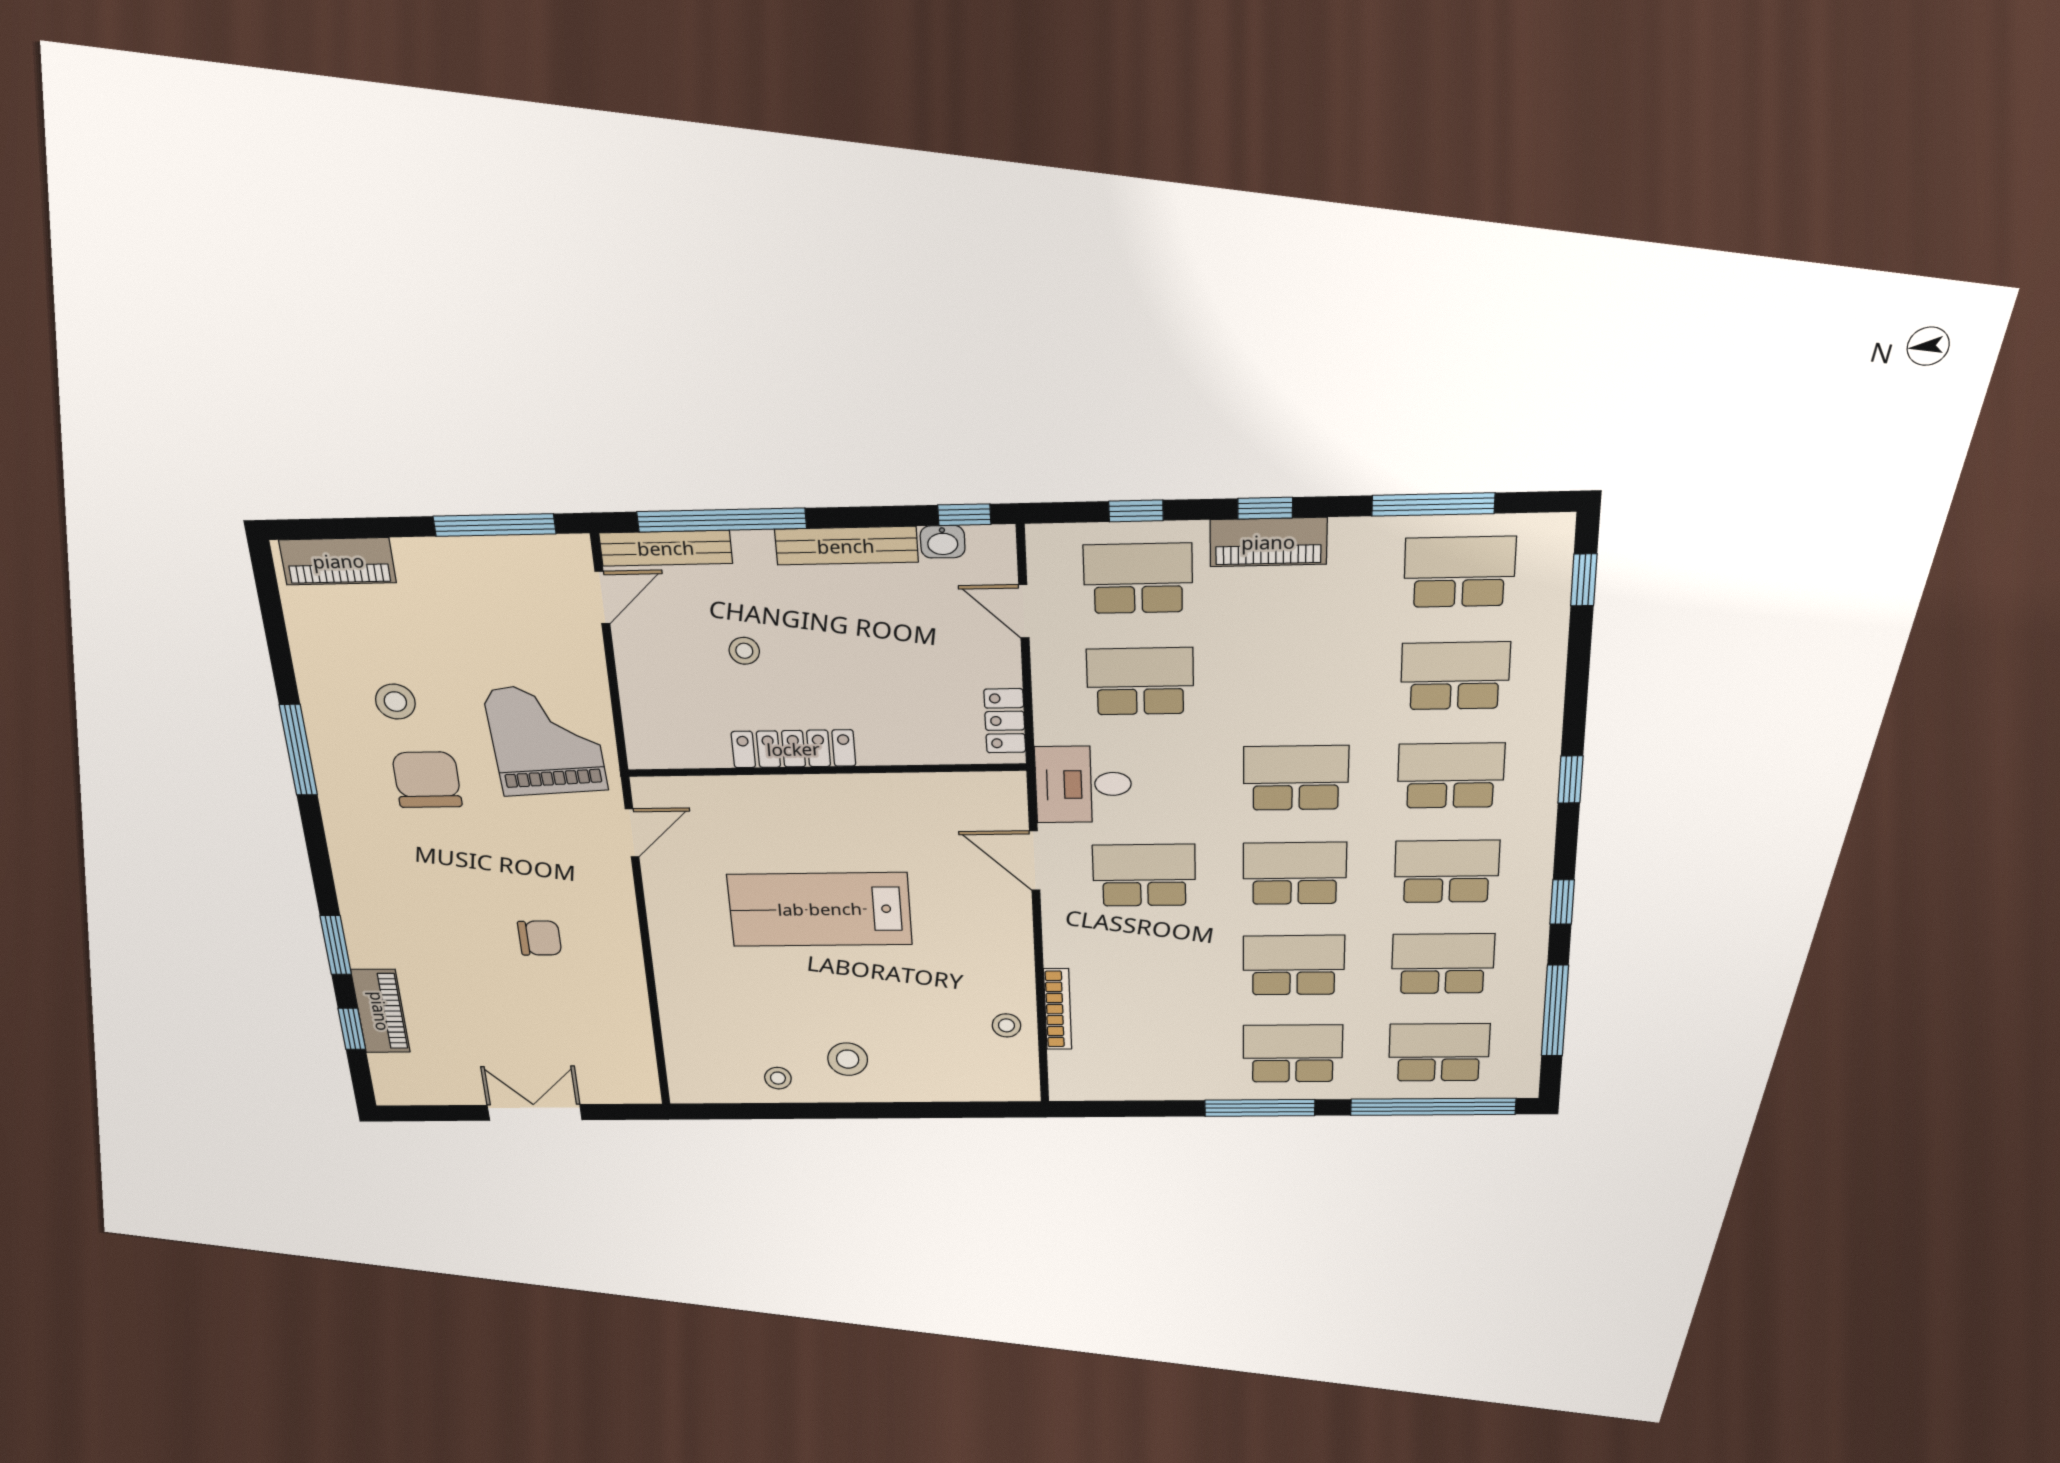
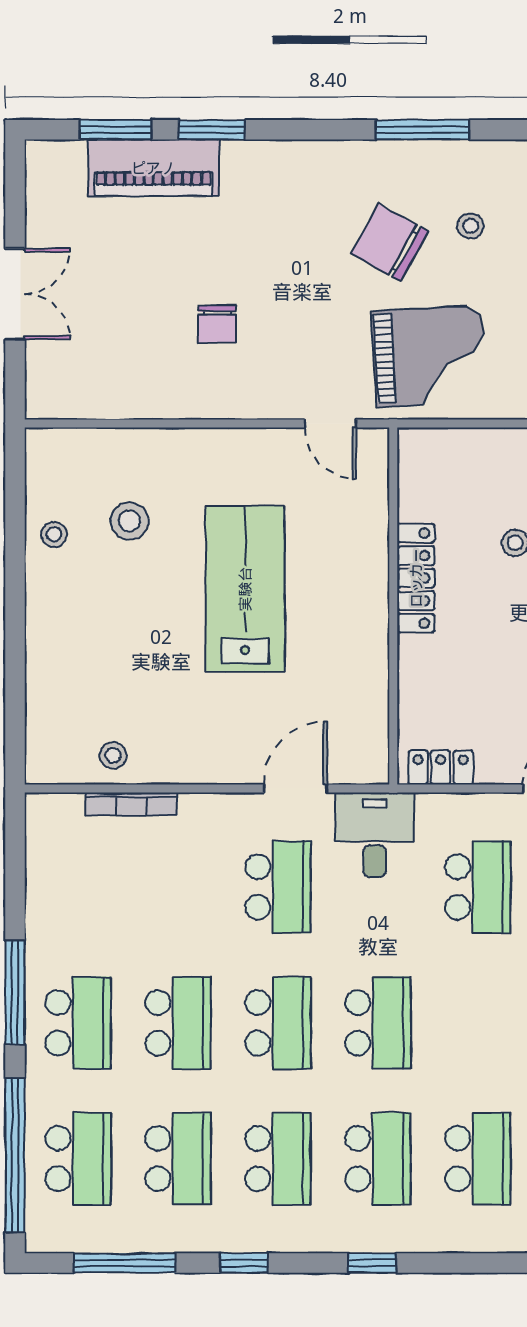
stool: (395, 702) -> (471, 226), width x0.73, depth x0.73
chair: (427, 780) -> (390, 243), turned -151
piano: (380, 1011) -> (153, 168), width x1.37, depth x1.33
window: (352, 1029) -> (116, 130), width x1.50
stool: (848, 1059) -> (130, 521), moved

